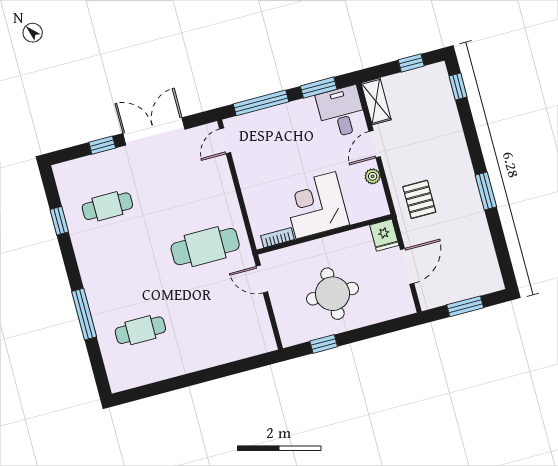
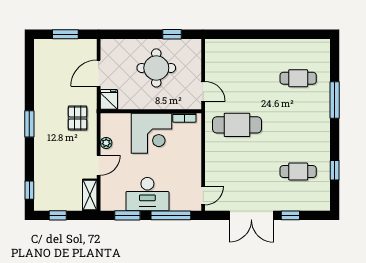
desk: (341, 112) -> (147, 194), moved, width x1.37
window: (486, 191) -> (29, 124), moved

